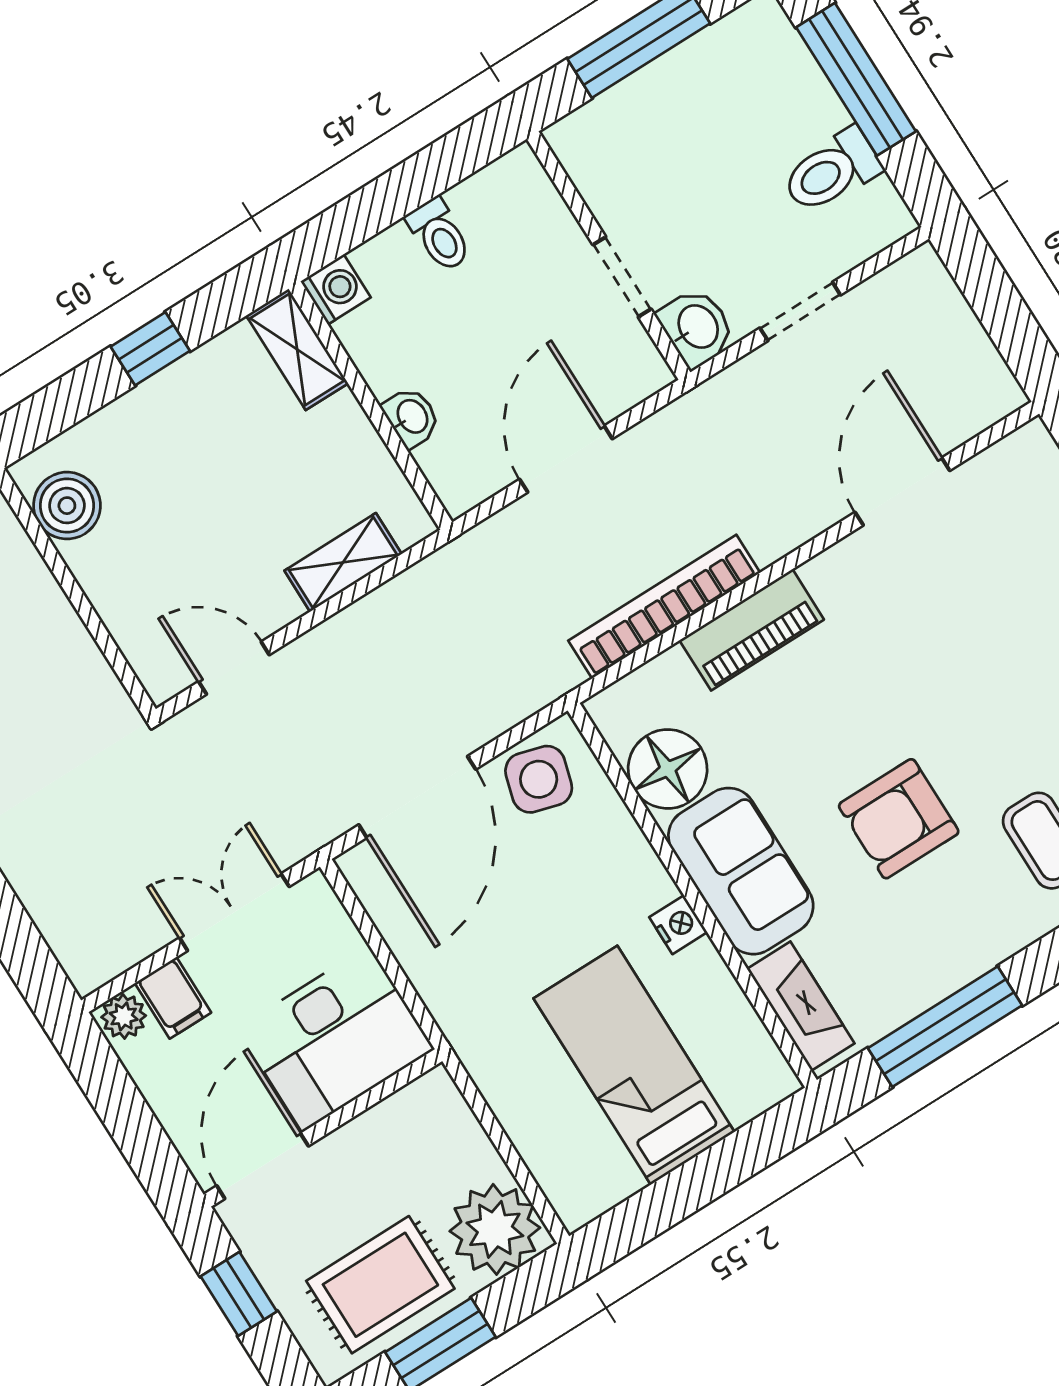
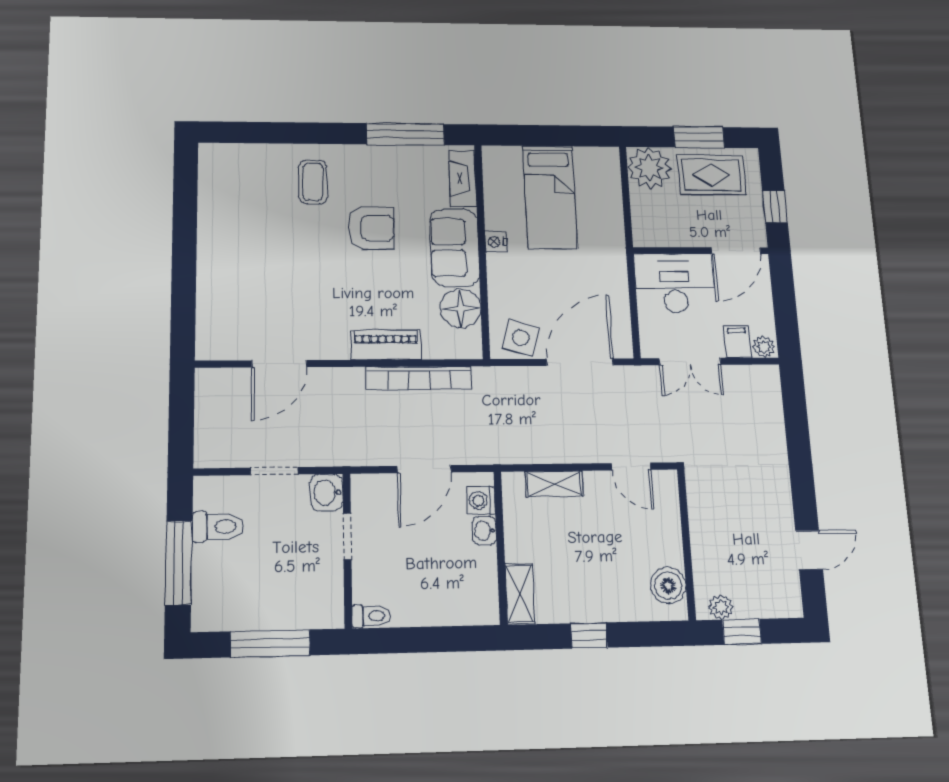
toilet: (439, 235) -> (371, 616), moved, turned 90
washing machine: (336, 289) -> (481, 500), moved

